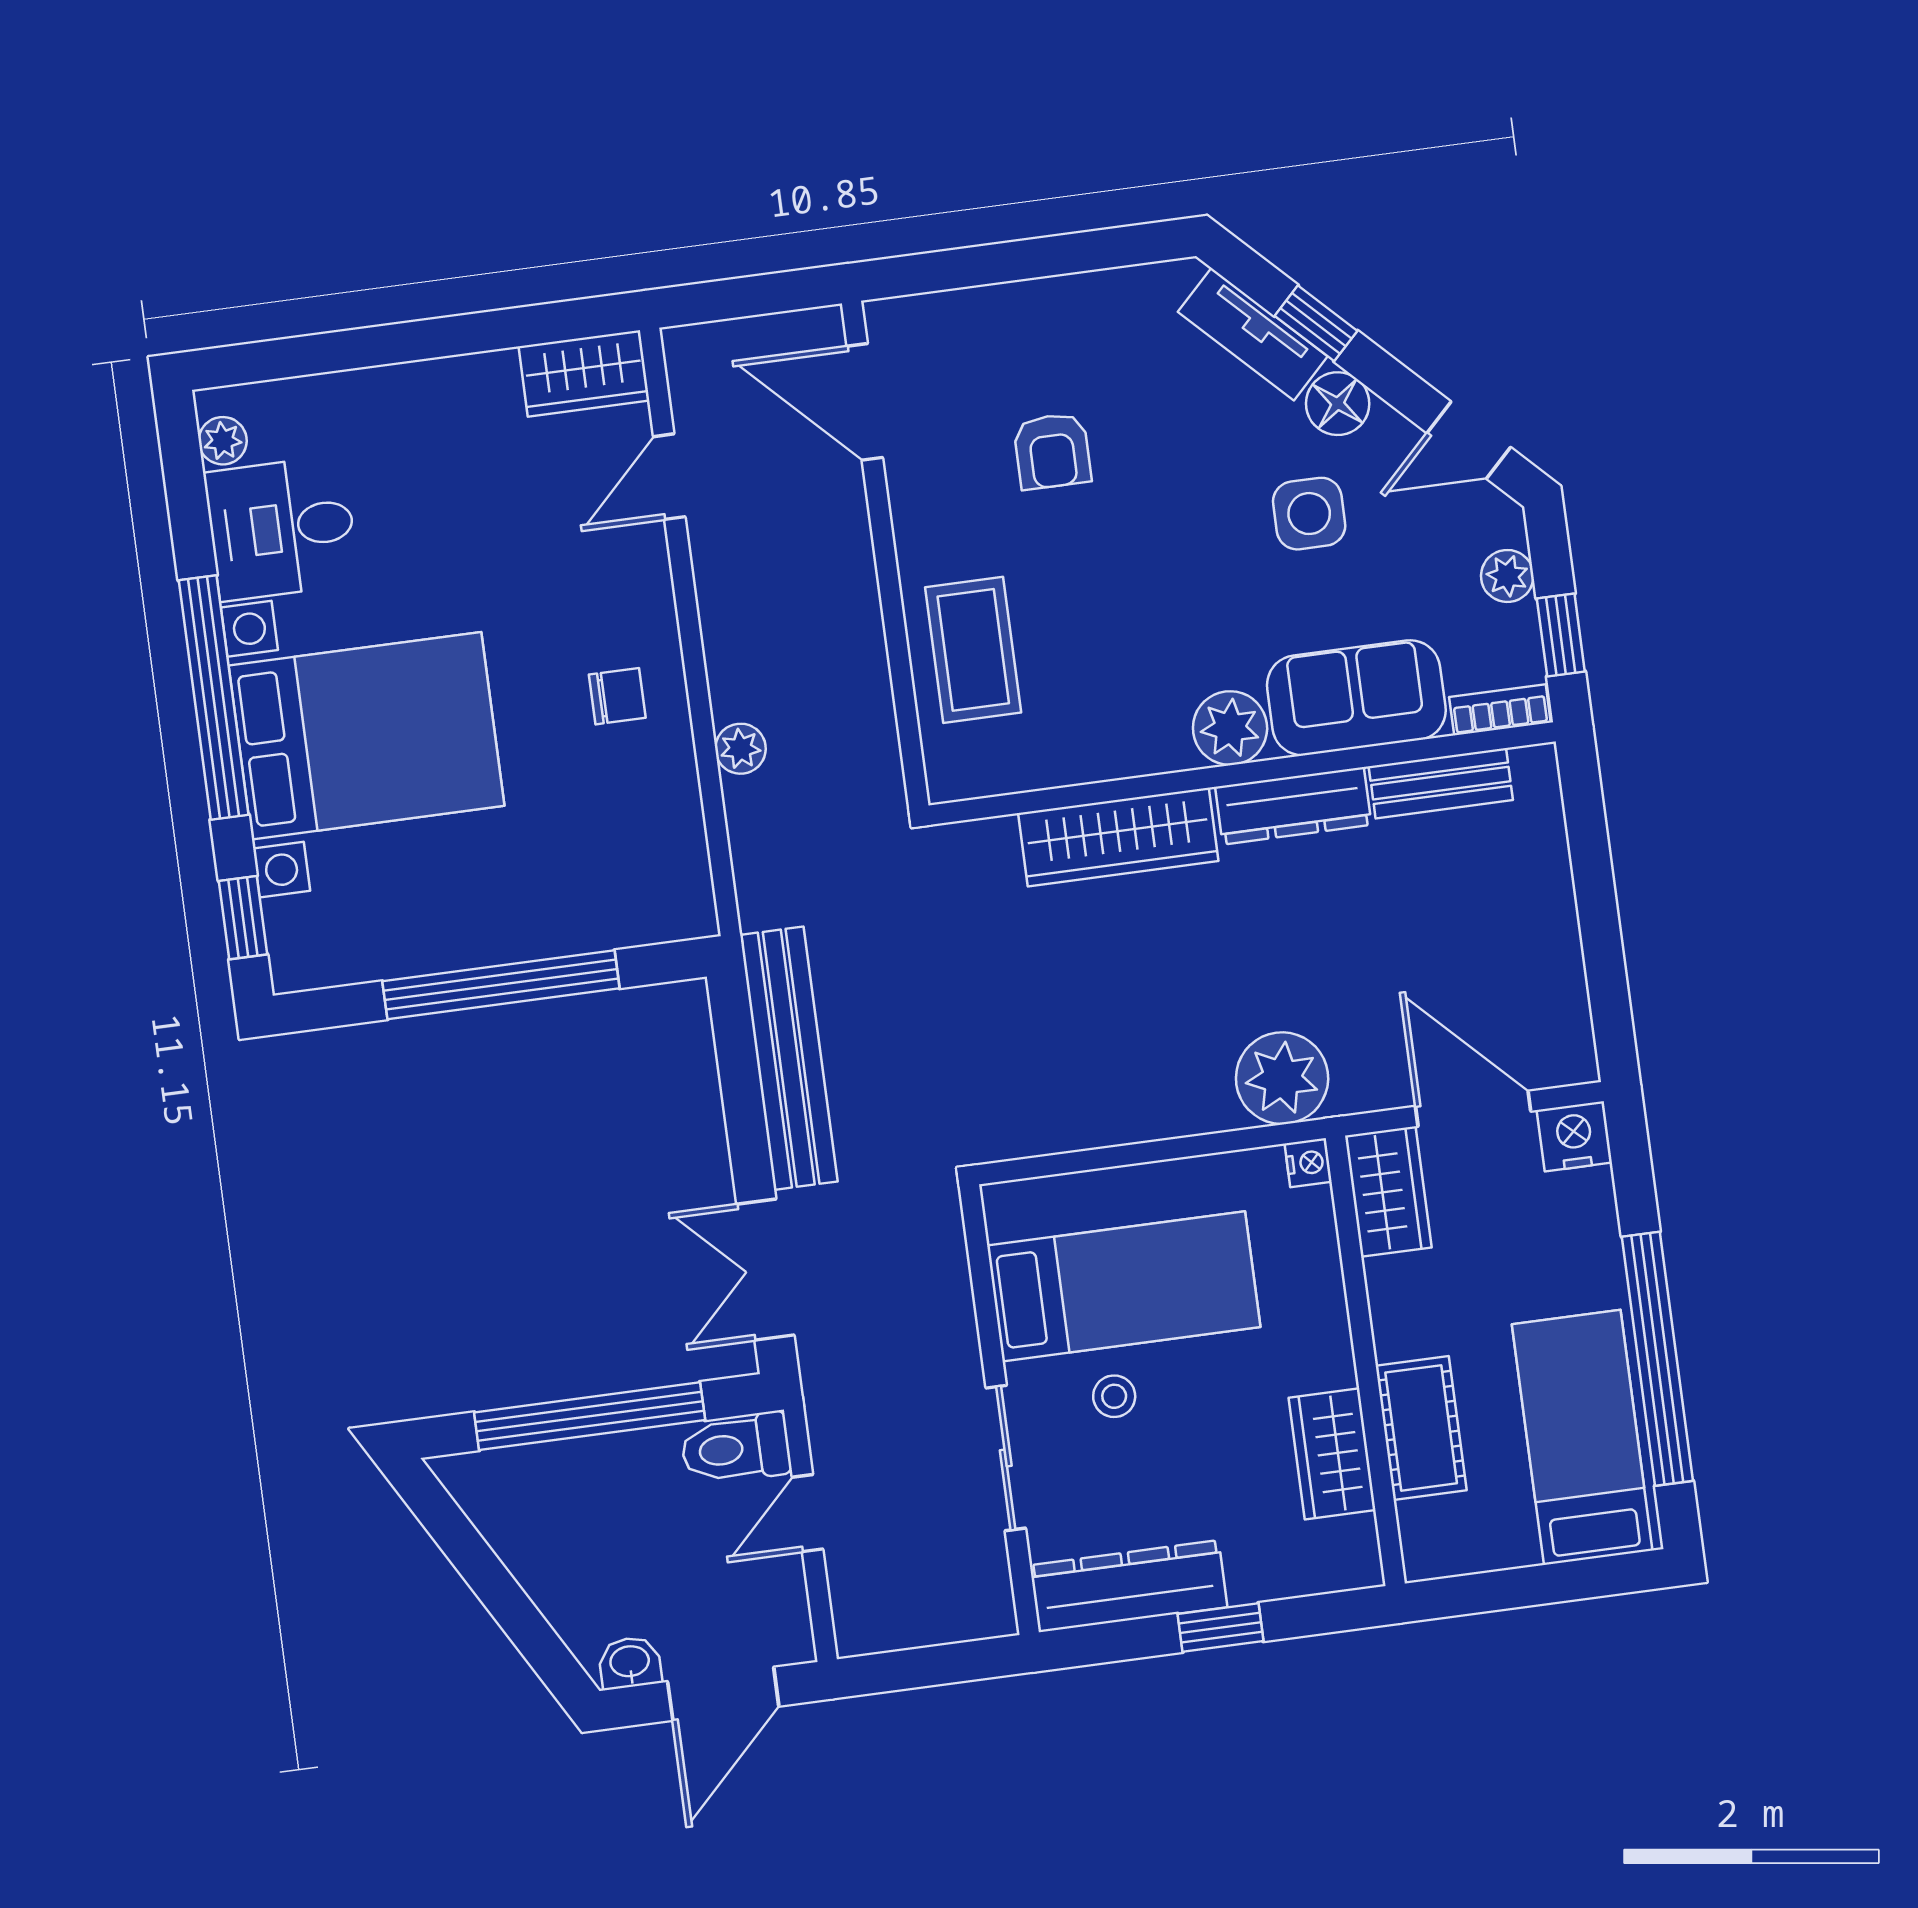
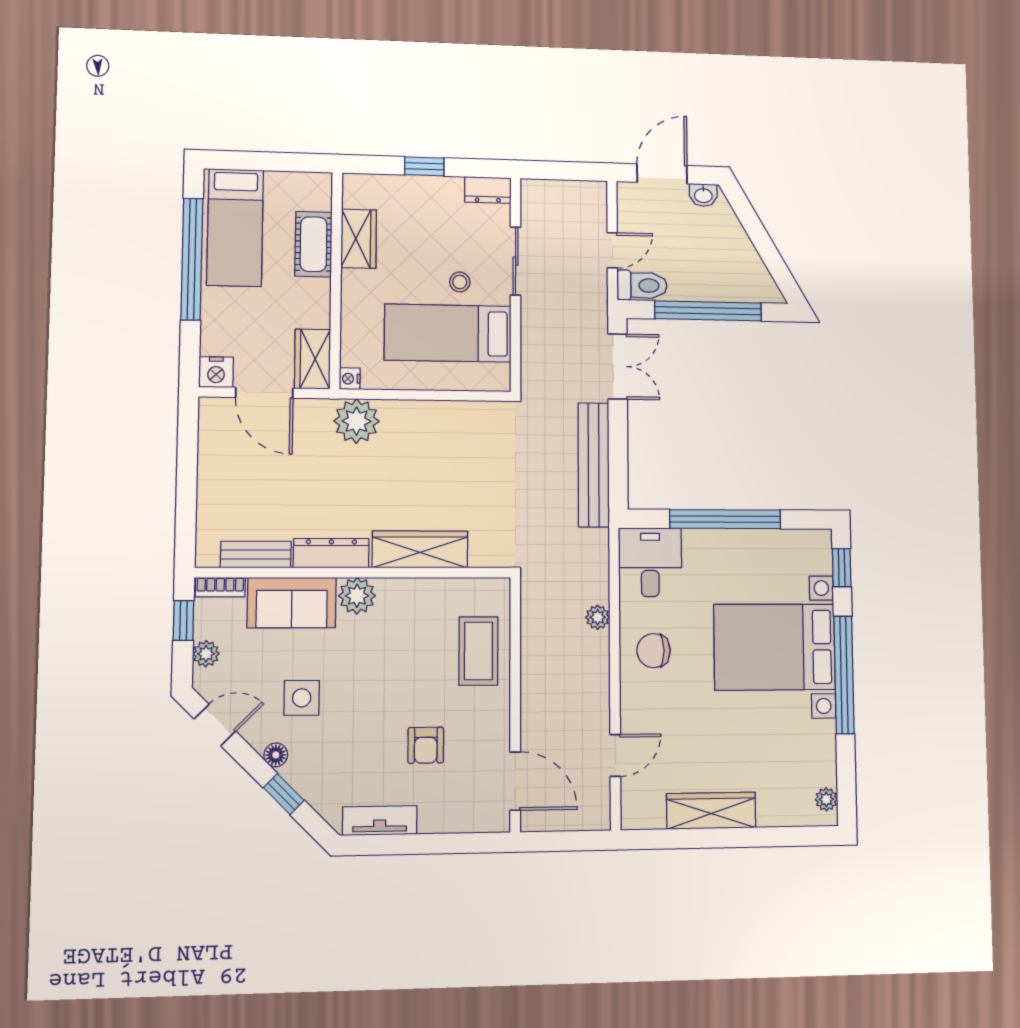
tv unit: (1253, 334) -> (380, 821), moved, turned -45
wardrobe: (584, 374) -> (711, 811), moved, width x1.50
floor lamp: (1338, 404) -> (276, 755), width x0.73, depth x0.73
armchair: (1052, 451) -> (426, 745), turned 180
desk: (282, 528) -> (650, 562), moved, turned -90
chair: (617, 696) -> (654, 651), width x1.37, depth x1.37
dresser: (1129, 1586) -> (488, 190), width x0.51, depth x0.80

